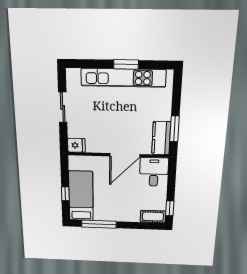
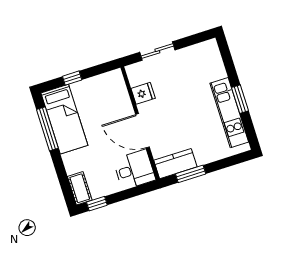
kitchen unit: (123, 78) -> (229, 113), width x0.73
sliding door: (63, 107) -> (157, 51), moved
fridge: (76, 145) -> (143, 93), moved, turned -90
bed: (81, 196) -> (64, 119), moved, turned 90

